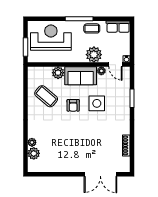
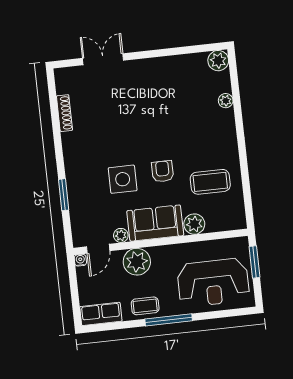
door: (115, 65) -> (98, 249), swing flipped
coffee table: (46, 96) -> (210, 182), turned -40
plant: (34, 153) -> (218, 61), moved
double door: (100, 174) -> (103, 59), width x0.73

